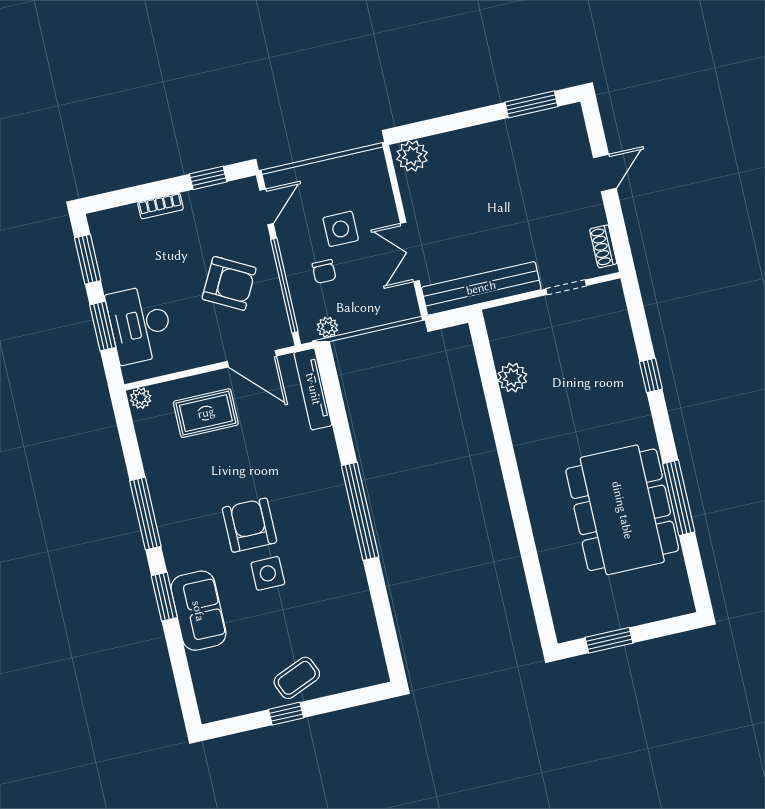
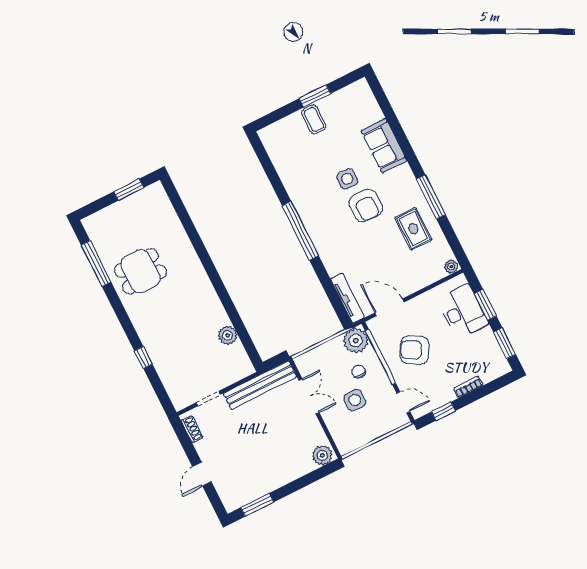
door: (267, 207) -> (403, 402), swing flipped
plant: (327, 327) -> (356, 341), width x1.88, depth x1.88
rug: (206, 413) -> (413, 229), moved, turned 90
window: (679, 498) -> (96, 263), moved
dining table: (622, 510) -> (141, 271), width x0.53, depth x0.80
window: (164, 597) -> (407, 149), removed
coffee table: (297, 678) -> (314, 119), turned -67
window: (286, 714) -> (315, 96), width x1.50

